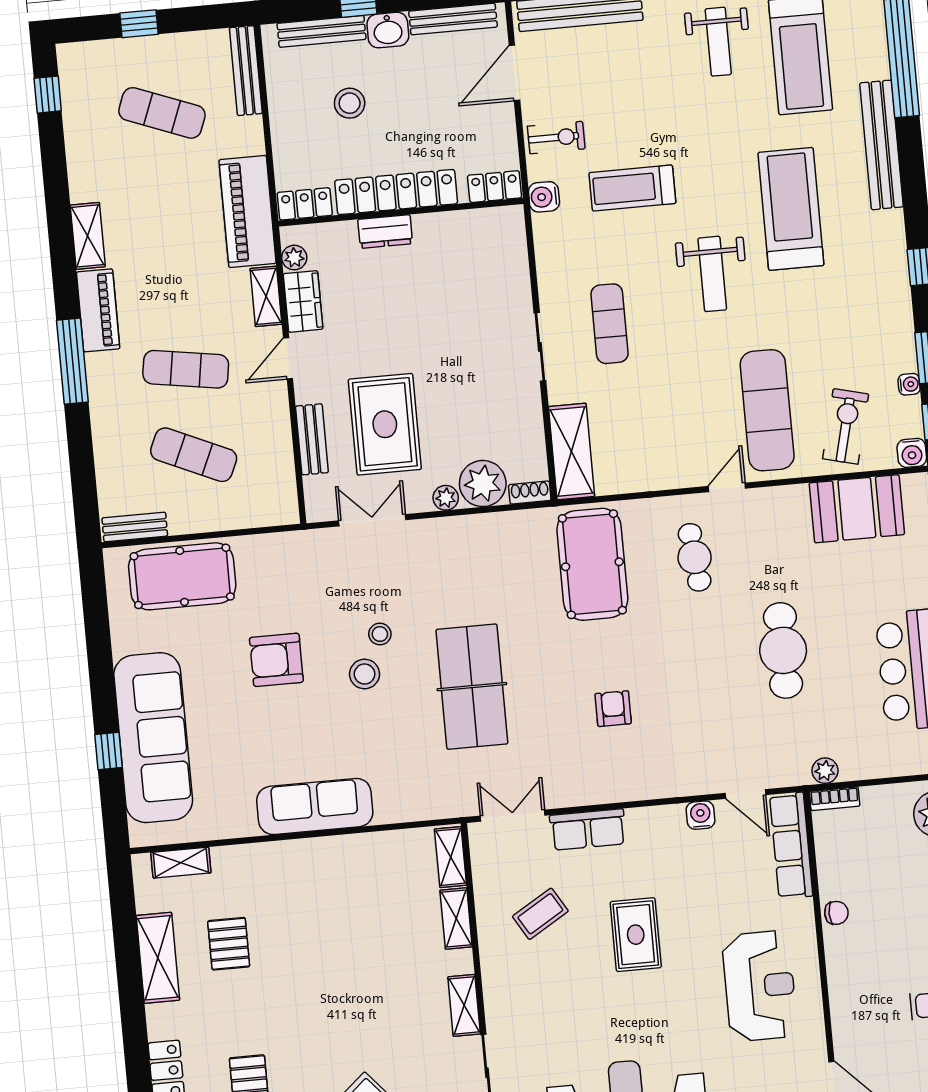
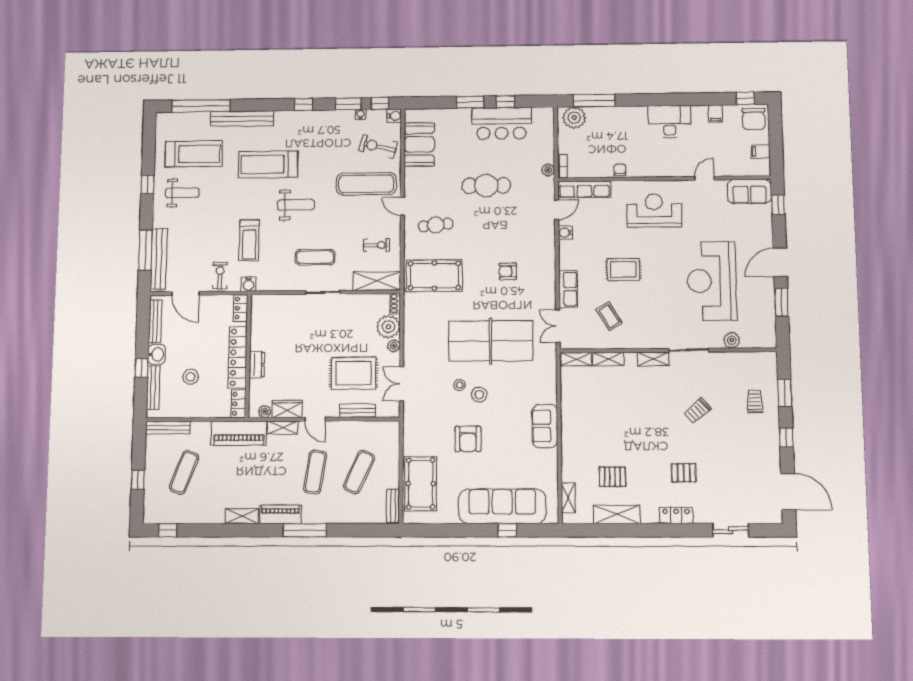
exercise bike: (644, 444) -> (376, 245), added
table tennis table: (472, 687) -> (491, 341), width x1.36, depth x1.32
sofa: (315, 806) -> (545, 426), width x0.73

